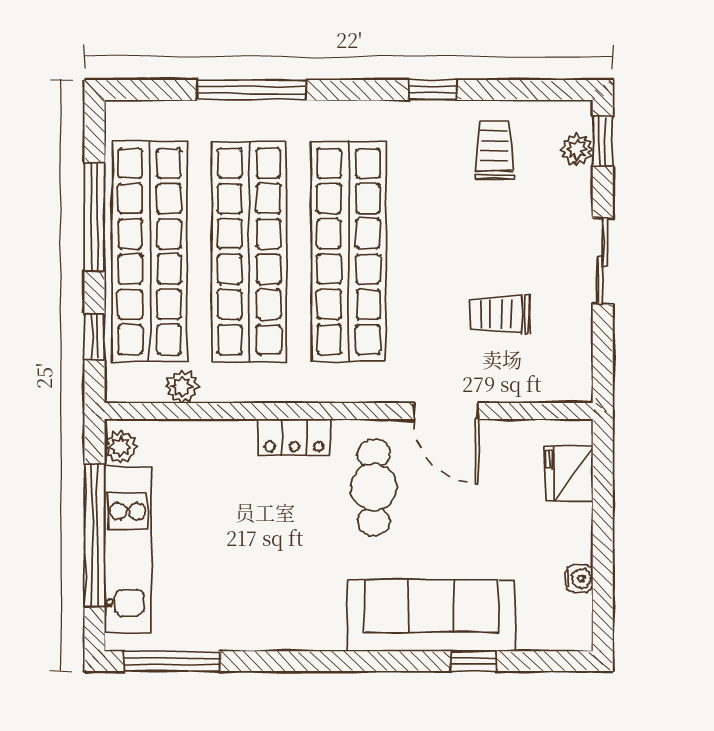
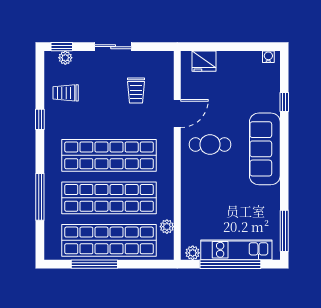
window: (95, 337) -> (146, 264), removed
locker: (294, 437) -> (189, 179), removed
water cooler: (579, 578) -> (268, 57), moved
sofa: (432, 616) -> (265, 149), moved

